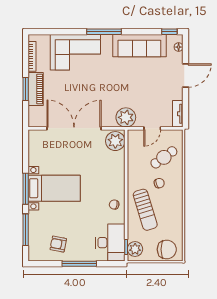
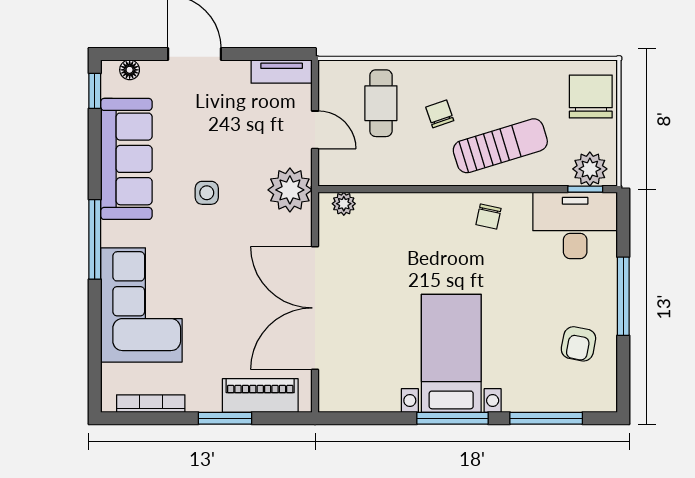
side table: (125, 81) -> (207, 193), added
piano: (36, 89) -> (260, 395), moved
plant: (115, 141) -> (344, 204), width x0.53, depth x0.53
cafe table: (164, 157) -> (381, 103), turned 36

